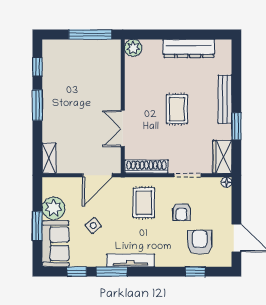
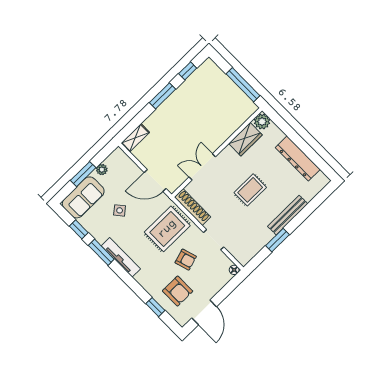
wardrobe: (222, 157) -> (245, 139), moved, turned 180
rug: (144, 203) -> (167, 229), width x1.36, depth x1.43
plant: (53, 208) -> (102, 170), width x0.53, depth x0.53
armchair: (182, 212) -> (186, 260), turned -107
armchair: (200, 242) -> (178, 291), turned 90

